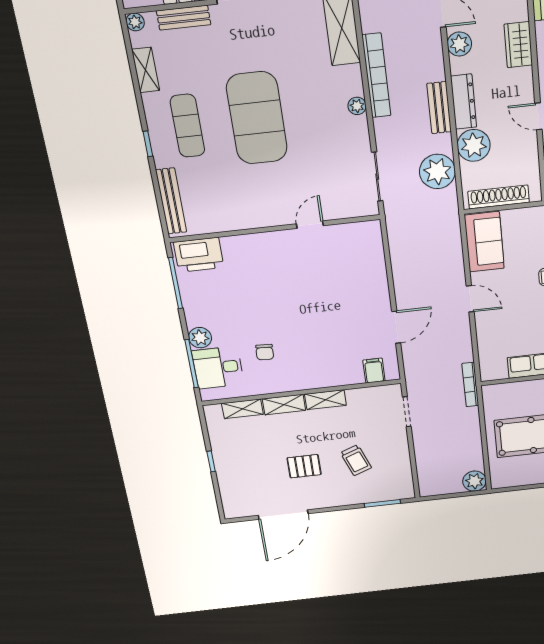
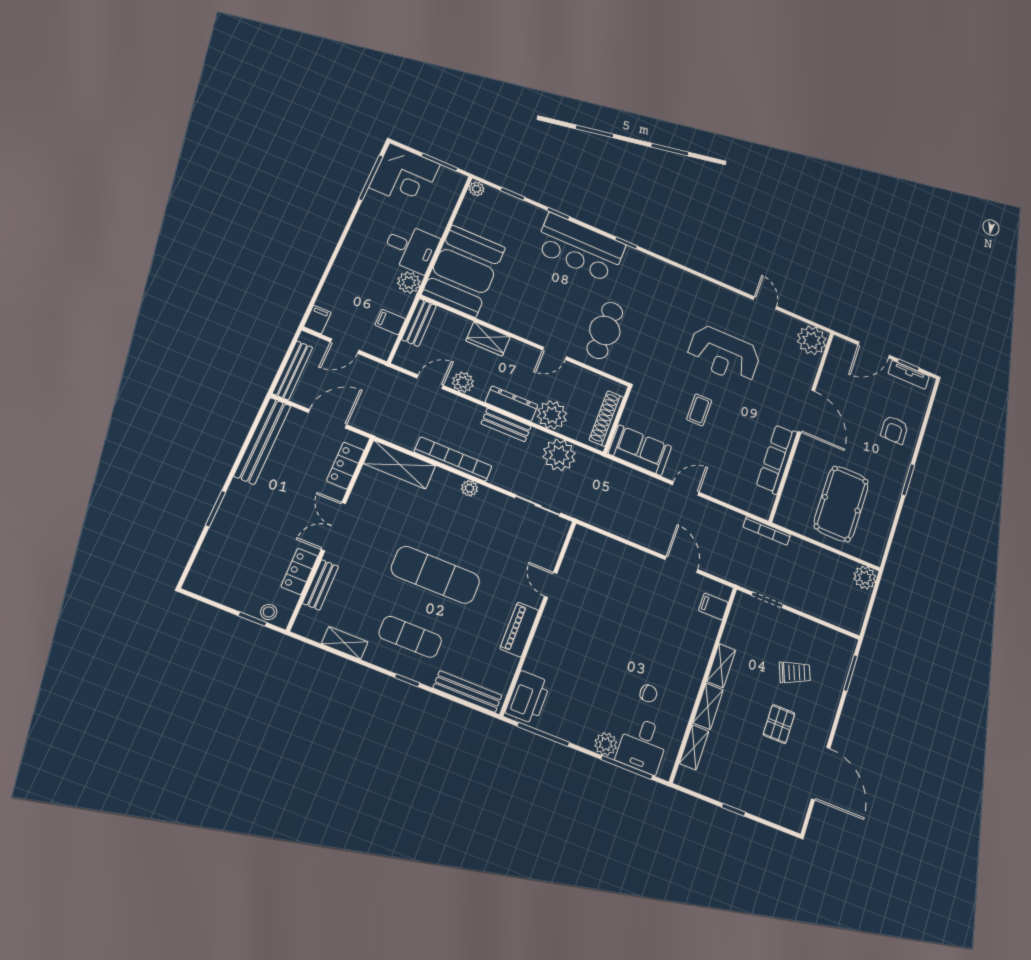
plant: (135, 22) -> (301, 627), removed
exercise mat: (257, 118) -> (435, 575), width x0.68
piano: (253, 218) -> (519, 629), added

